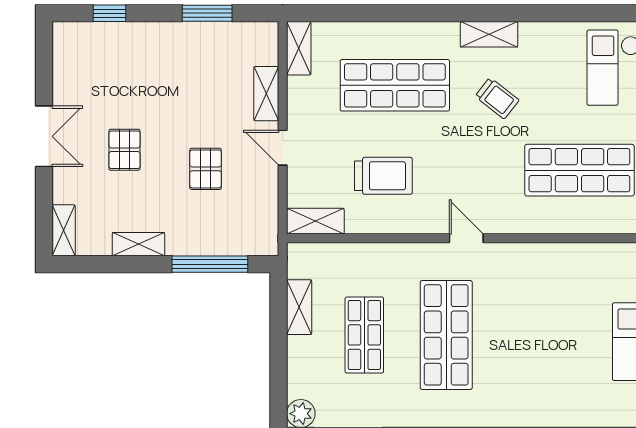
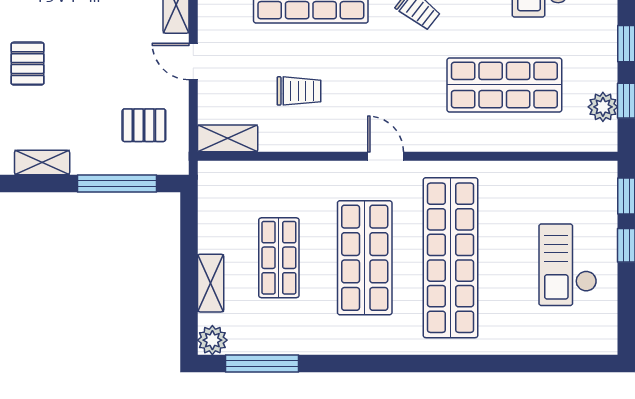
pallet: (206, 169) -> (144, 125), moved, turned 90
trolley: (383, 176) -> (299, 91), width x0.73, depth x0.72
shelving: (299, 307) -> (211, 283), moved
shop shelf: (528, 335) -> (451, 258), added

